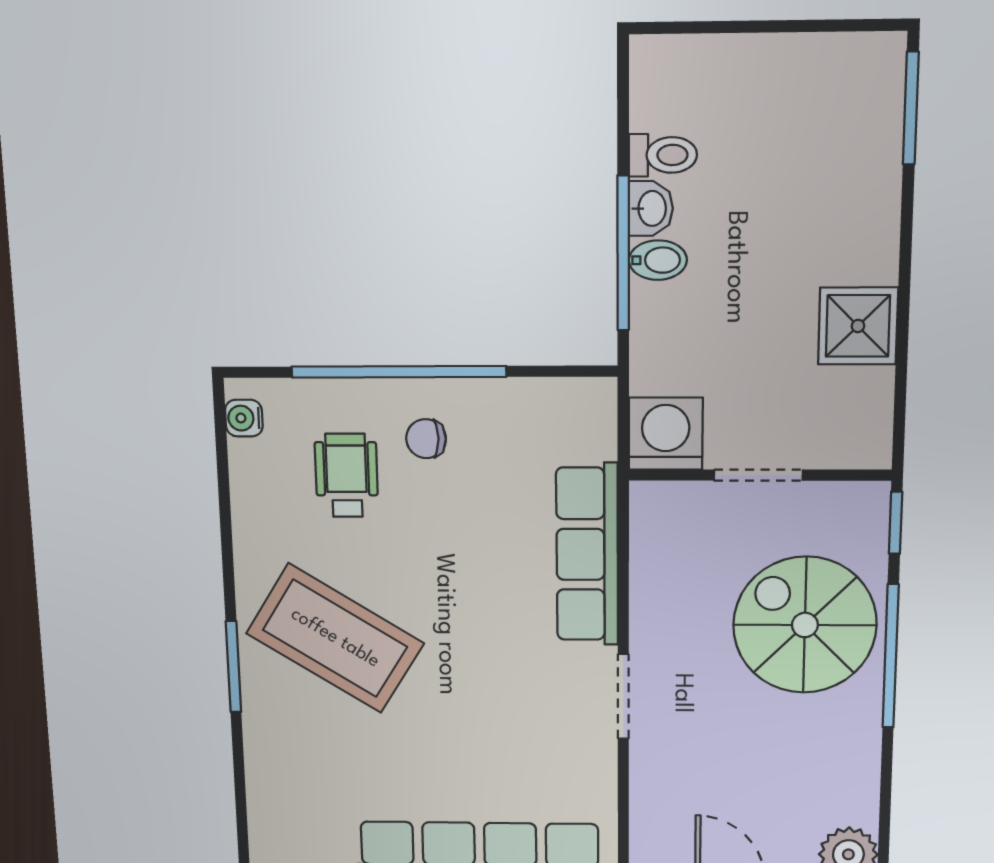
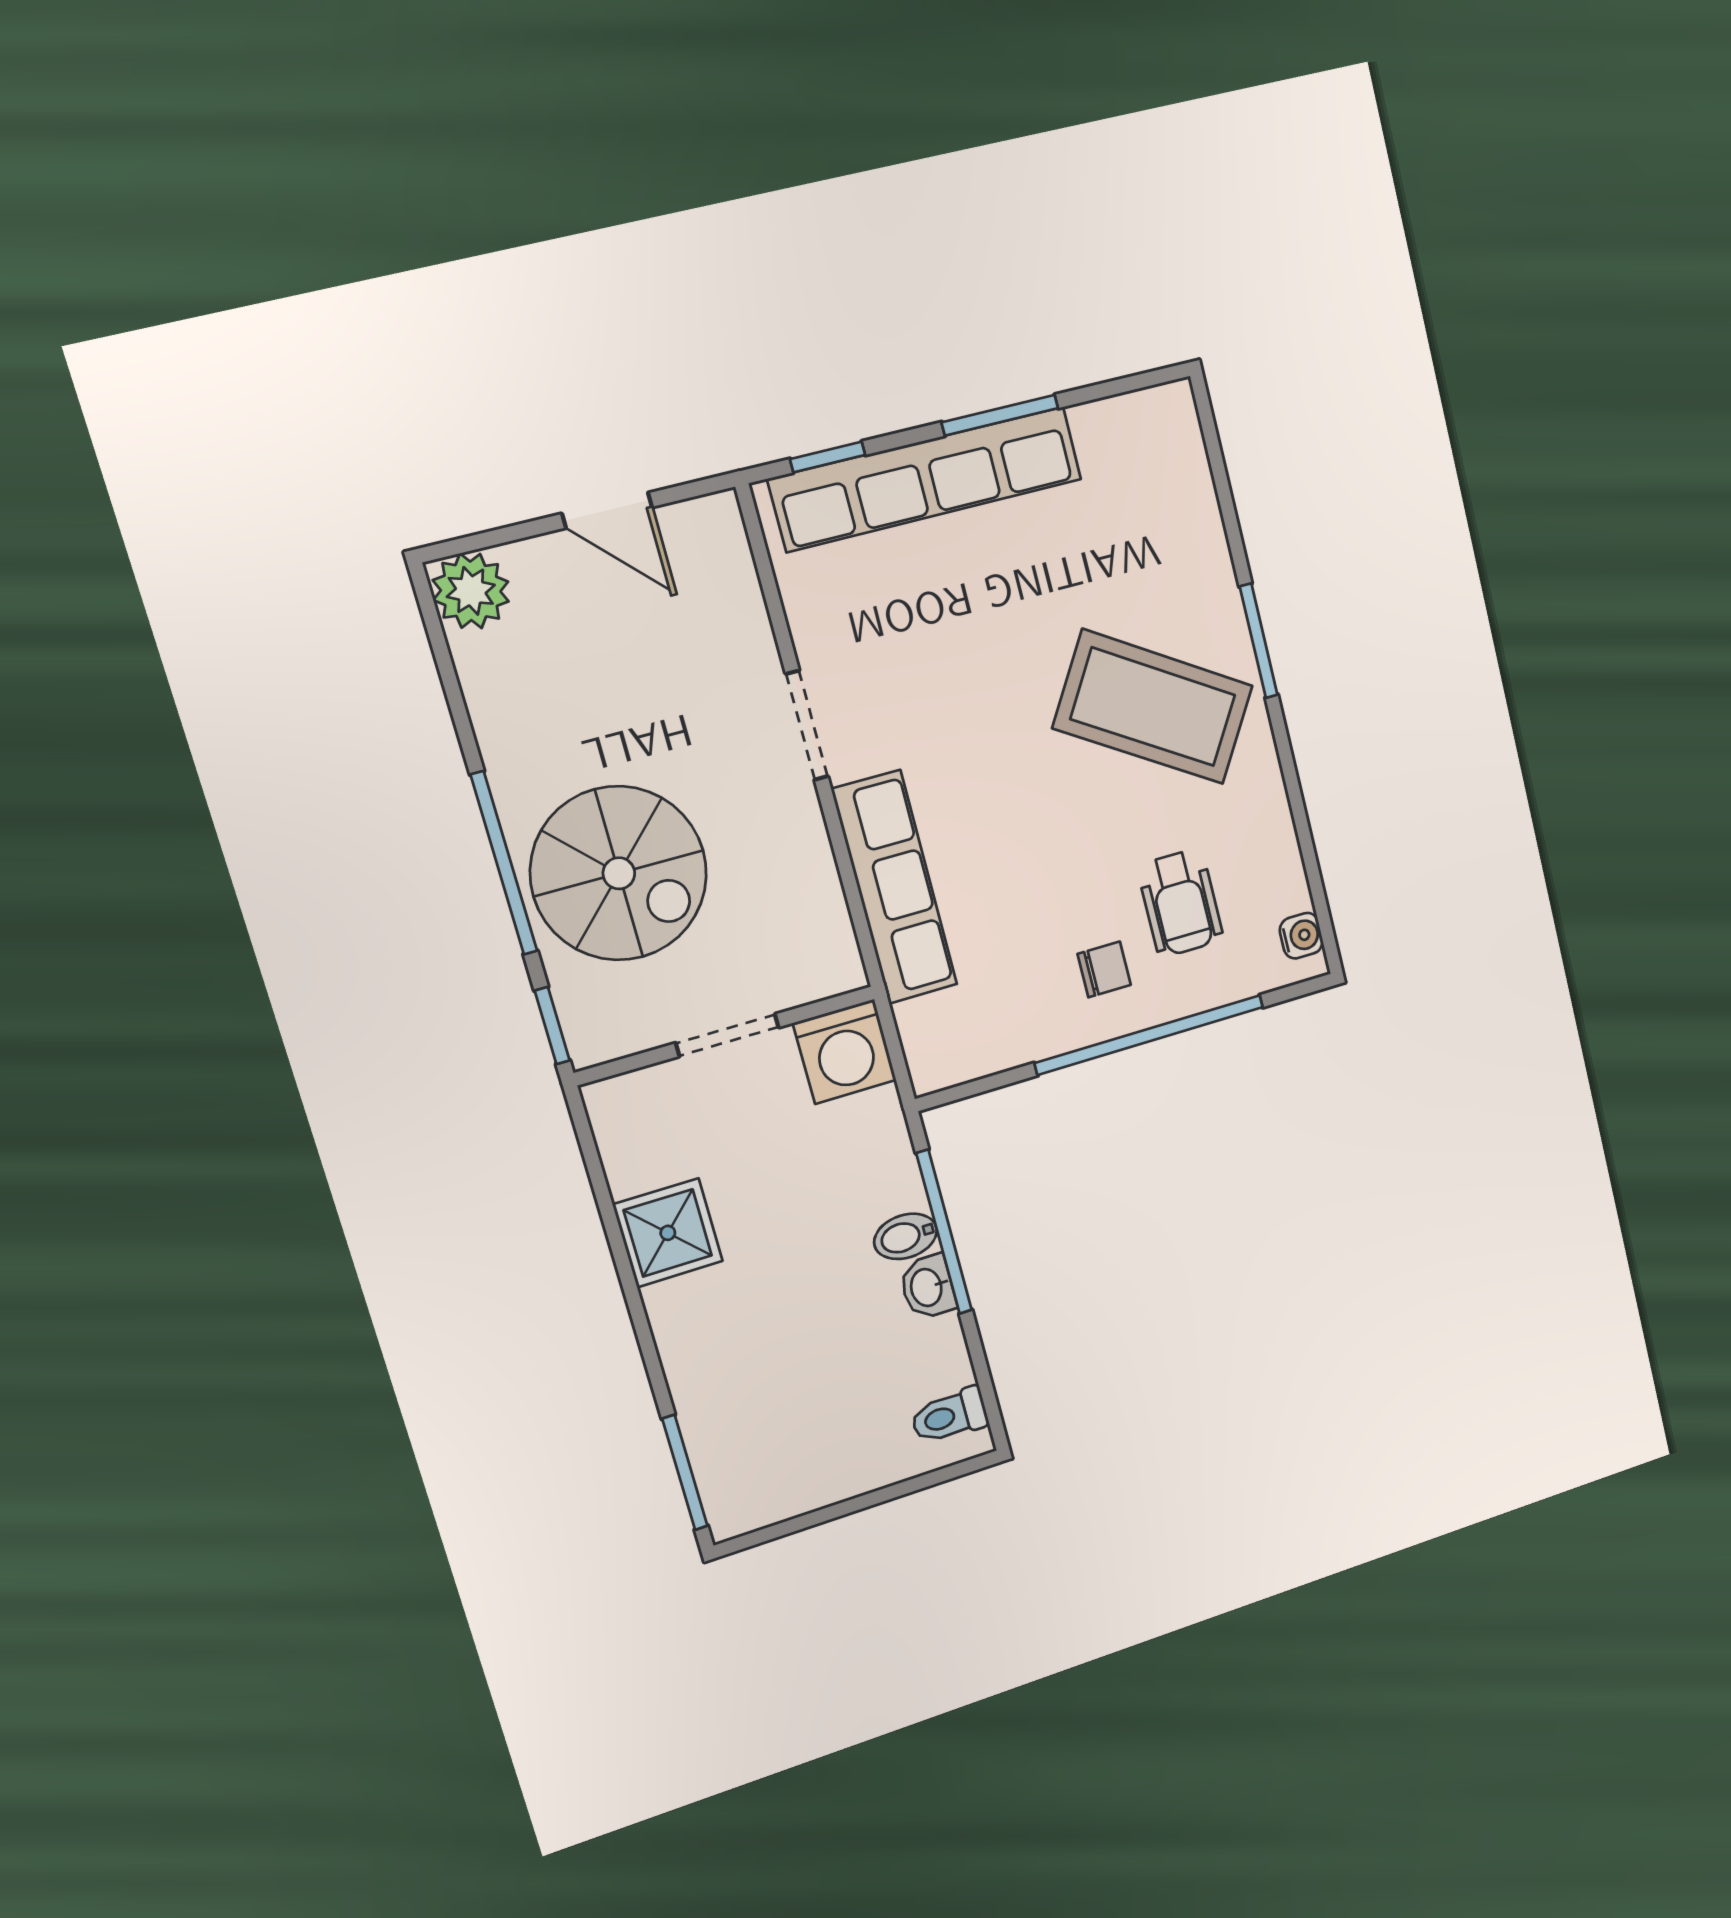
toilet: (663, 155) -> (949, 1416), moved

